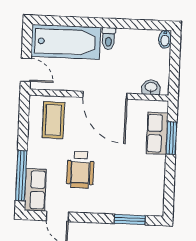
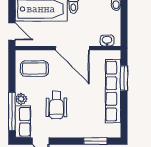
coffee table: (53, 120) -> (34, 68), turned 90
row of seats: (157, 133) -> (113, 91), width x2.02
plant: (34, 159) -> (21, 99), added

